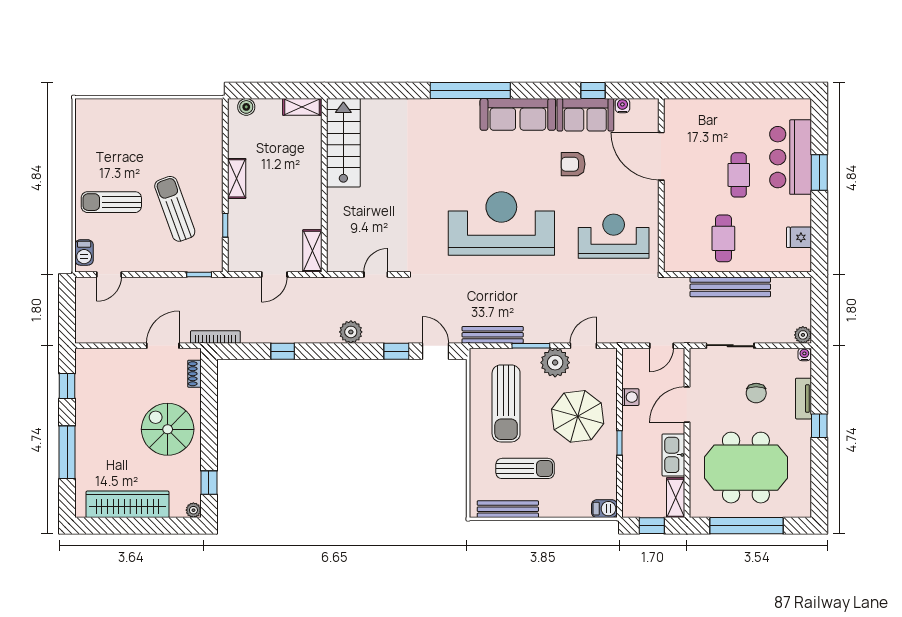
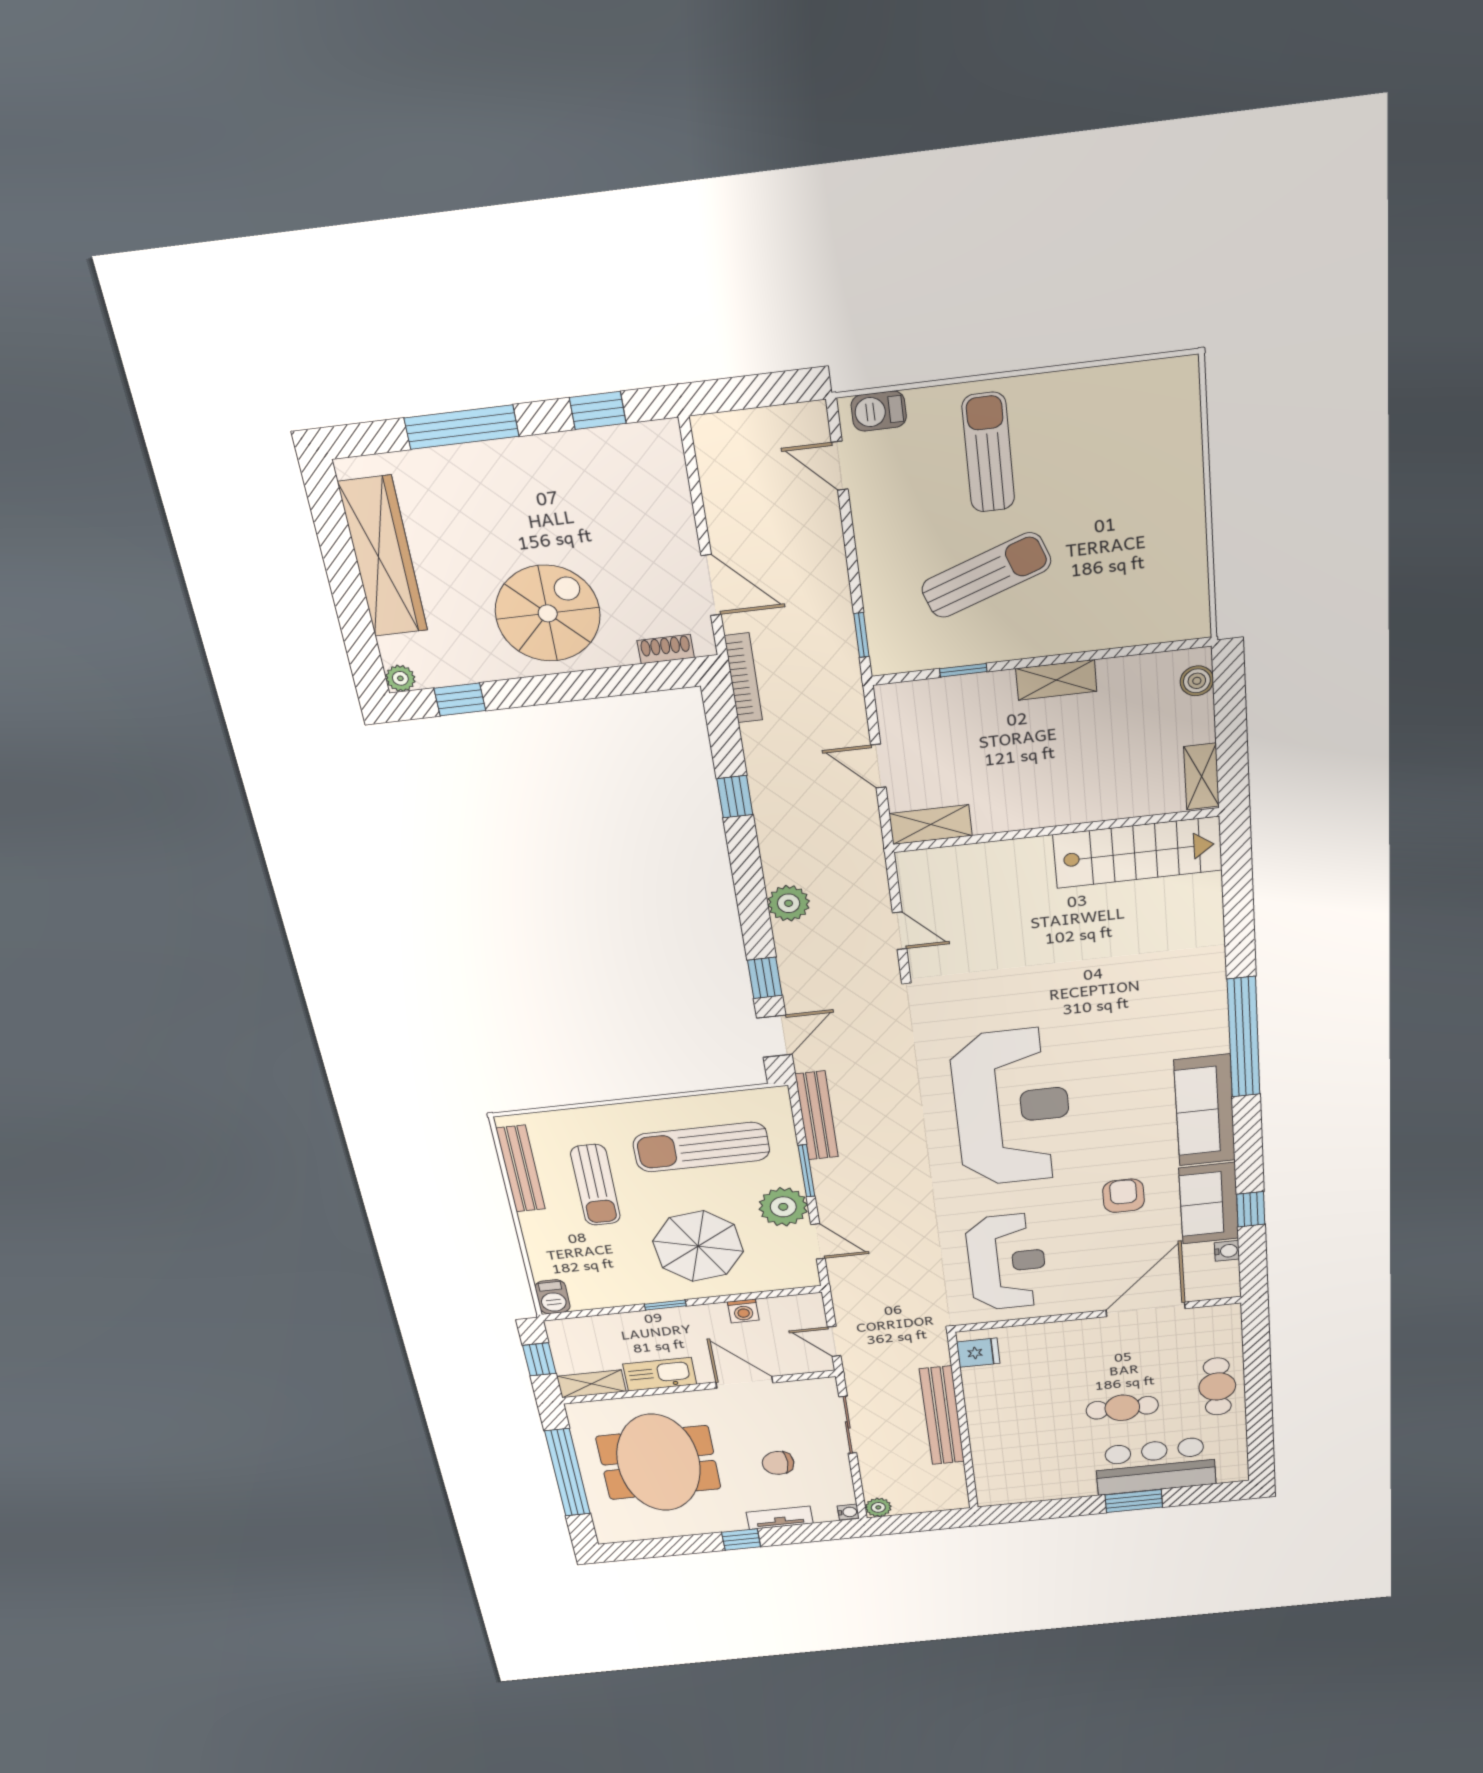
fridge: (799, 237) -> (978, 1353), moved, turned 90
cafe table: (723, 238) -> (1217, 1387), moved, turned 90

